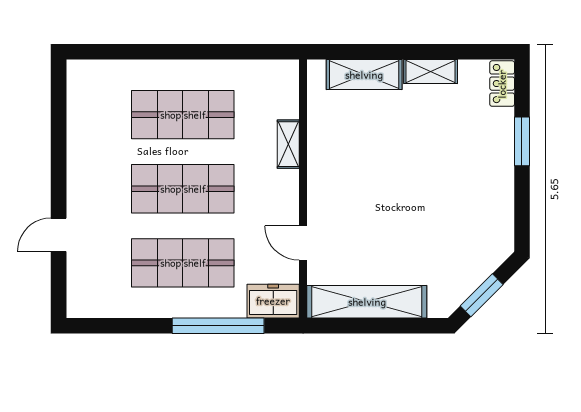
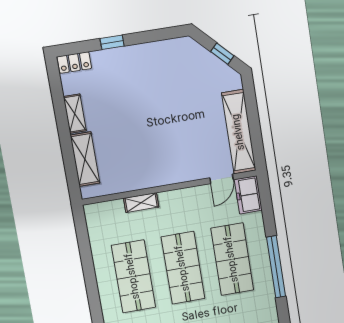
window: (522, 141) -> (112, 42), width x0.67
door: (303, 243) -> (222, 179), moved
window: (482, 295) -> (222, 54), width x0.67
window: (218, 326) -> (276, 267), moved

